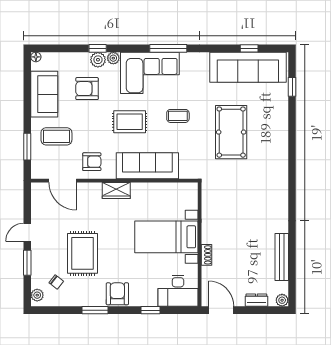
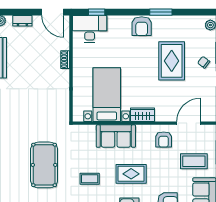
armchair: (92, 162) -> (164, 139), turned -90
sofa: (147, 166) -> (116, 136), width x0.73
door: (63, 181) -> (189, 123), hinge flipped
bed with nightstands: (166, 237) -> (107, 95), moved, turned -90
chair: (56, 282) -> (204, 62), moved
window: (151, 310) -> (97, 12), moved

